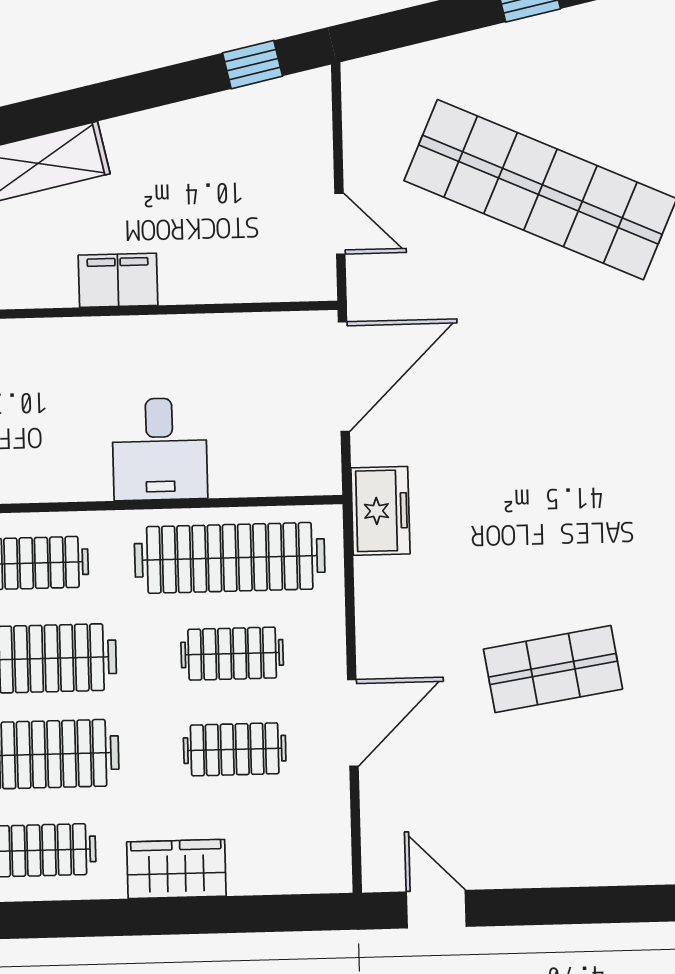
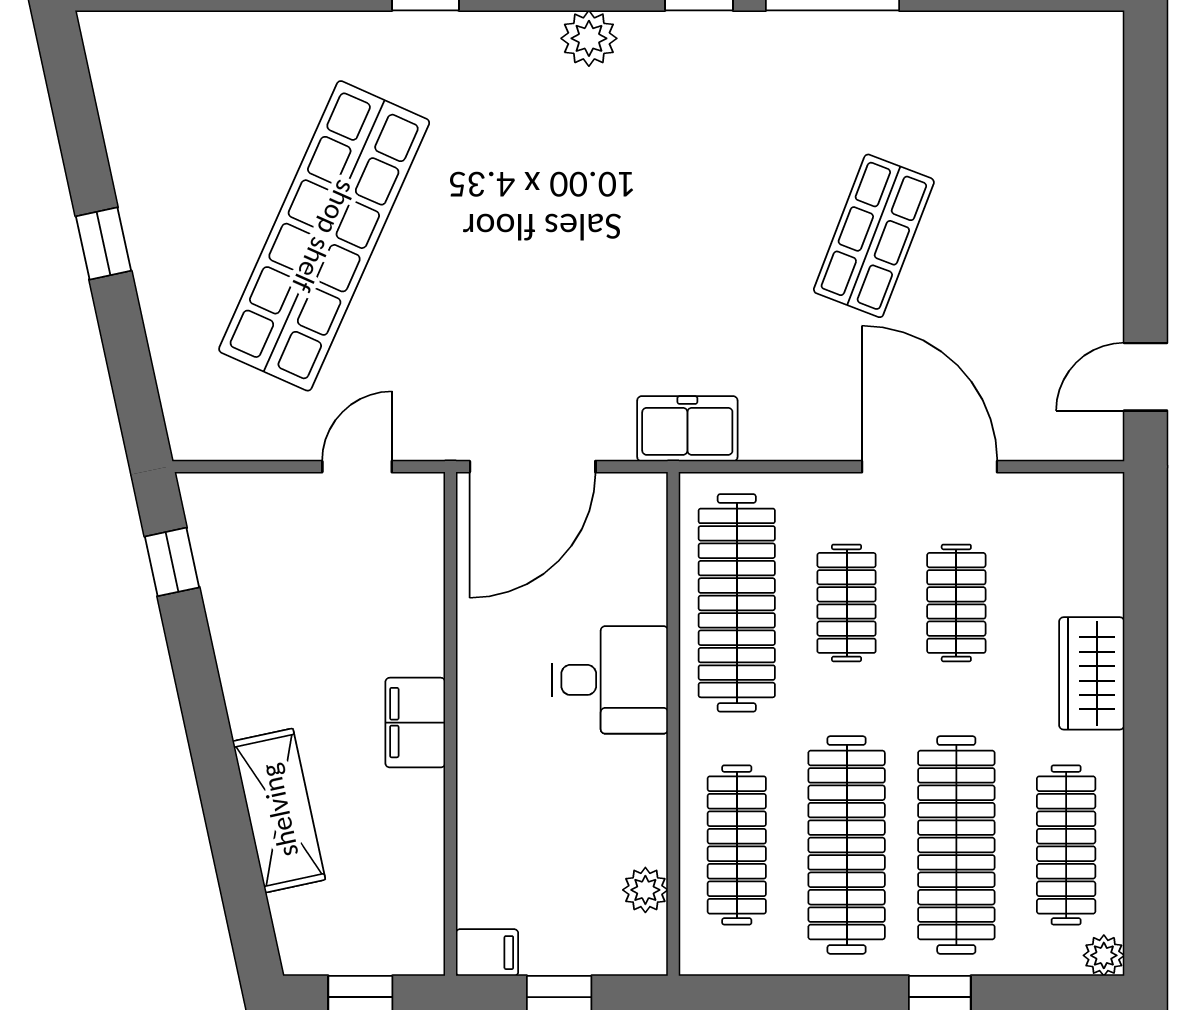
door: (344, 377) -> (533, 467), swing flipped
shop shelf: (553, 669) -> (874, 236), turned 30
door: (353, 723) -> (930, 467), width x1.36

